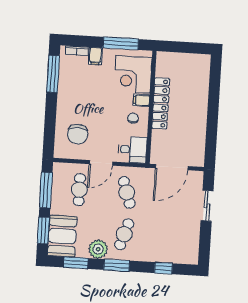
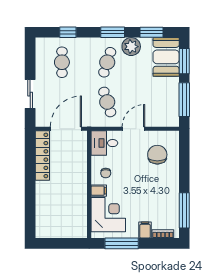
locker: (161, 103) -> (42, 155), moved, turned 180
cafe table: (79, 190) -> (62, 62), moved

